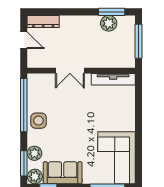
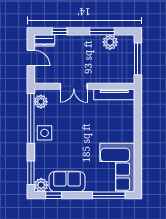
window: (55, 12) -> (60, 31), added
window: (112, 12) -> (102, 31), moved
dresser: (43, 21) -> (44, 40), width x0.70
plant: (34, 153) -> (41, 102), moved

